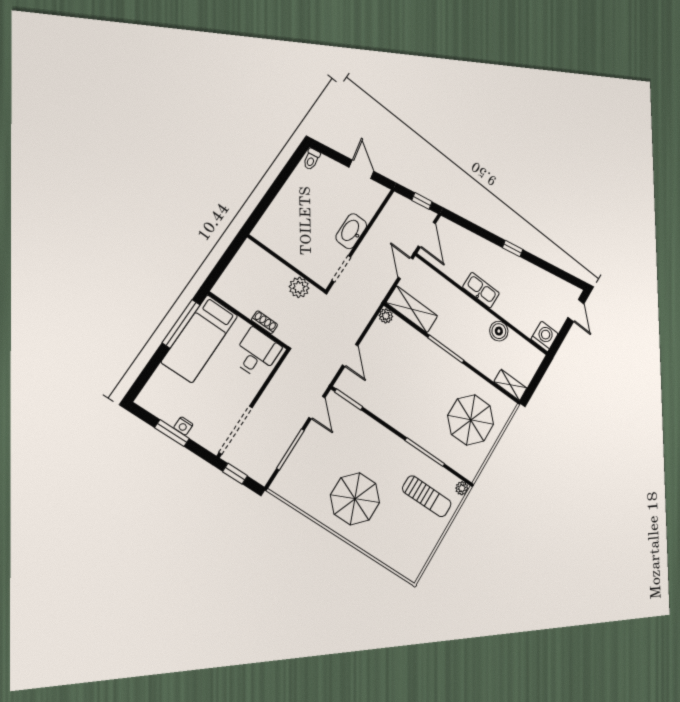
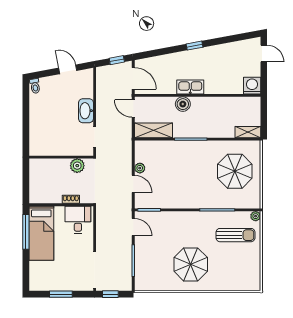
plant: (386, 316) -> (140, 168), moved
boiler: (499, 331) -> (183, 104), moved
nightstand: (183, 426) -> (64, 286), removed

